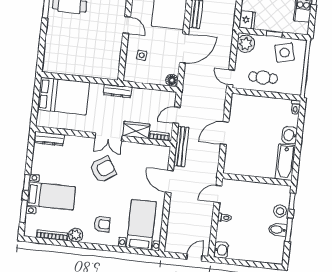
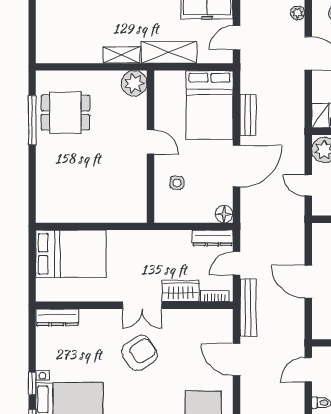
door: (231, 77) -> (308, 185), moved
dresser: (118, 91) -> (213, 238), moved
door: (225, 133) -> (308, 282), hinge flipped

